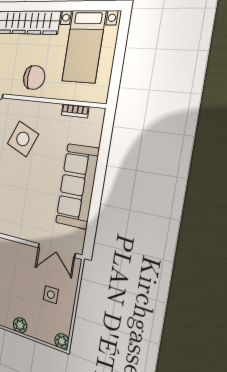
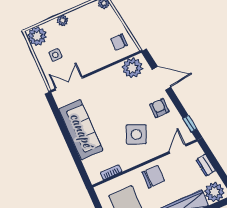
chair: (34, 78) -> (153, 177), turned 180
plant: (62, 341) -> (37, 36), width x1.88, depth x1.88

